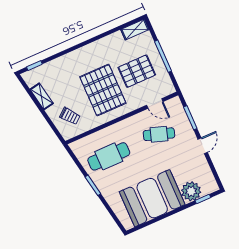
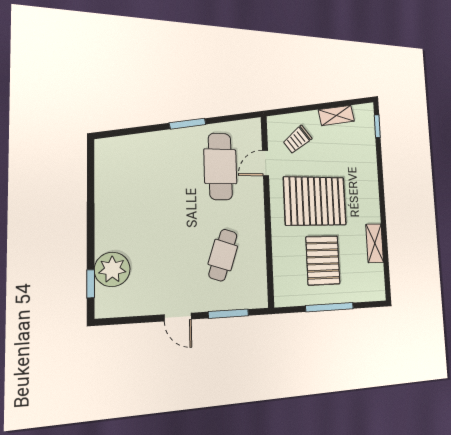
shelving: (135, 30) -> (375, 243), moved
door: (155, 103) -> (266, 163), moved
booth: (152, 198) -> (129, 202), removed

